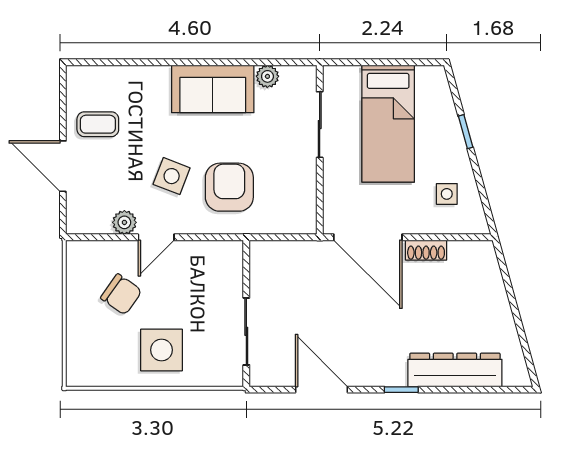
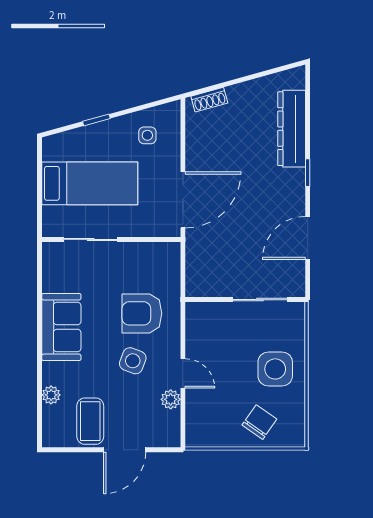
plant: (267, 76) -> (51, 395), moved
coffee table: (98, 124) -> (90, 421), width x1.36, depth x1.30
shoe rack: (426, 250) -> (209, 100), moved, turned 75
chair: (121, 294) -> (259, 422), moved

